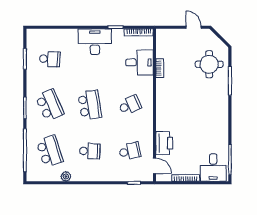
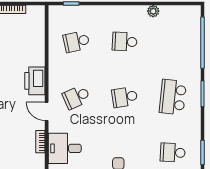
school desk: (50, 105) -> (173, 97), turned 30
school desk: (90, 105) -> (125, 97), width x0.54
printer: (164, 143) -> (35, 81), moved
school desk: (50, 151) -> (173, 42), removed
door: (154, 166) -> (47, 111), moved

